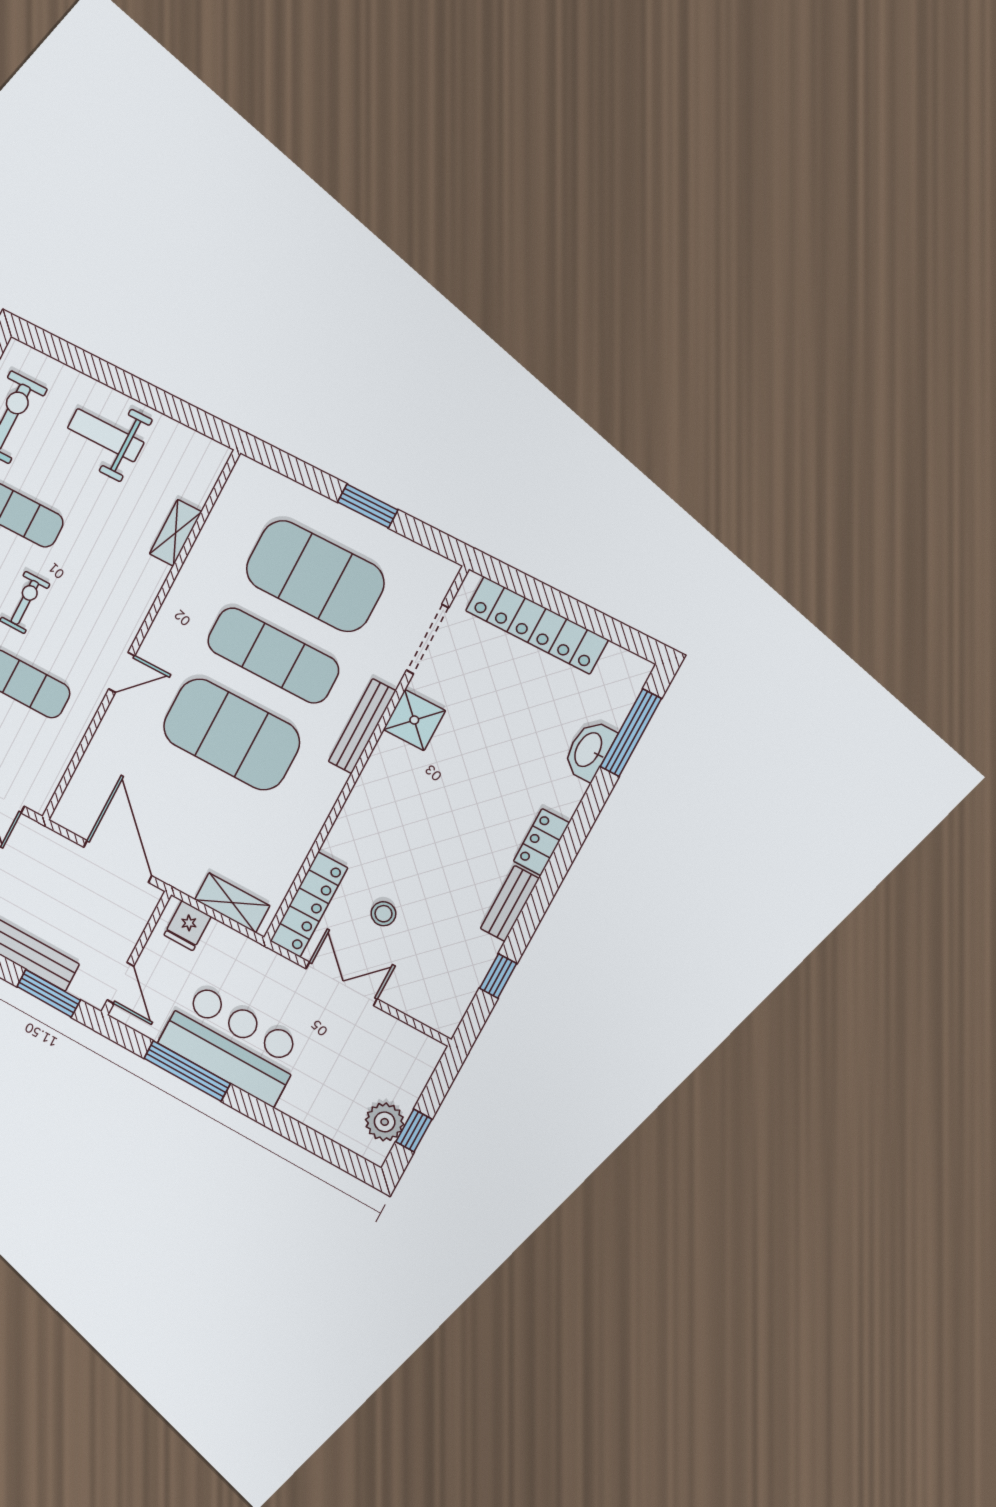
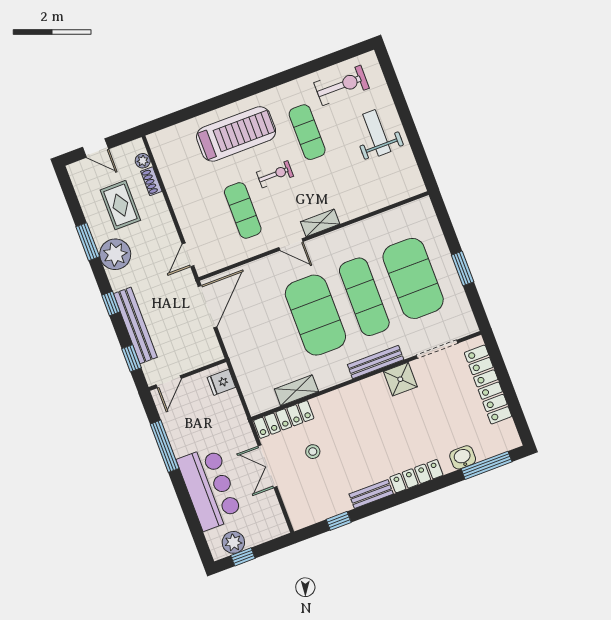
shelving: (176, 533) -> (320, 223), moved
washbasin: (589, 750) -> (463, 457), width x0.72
locker: (542, 842) -> (416, 476), width x1.53
door: (118, 861) -> (207, 307), moved
shelving: (232, 903) -> (296, 390), moved, turned 90
double door: (342, 984) -> (267, 466), swing flipped
window: (49, 993) -> (132, 358), width x0.67
bar counter: (232, 1044) -> (210, 488), moved

